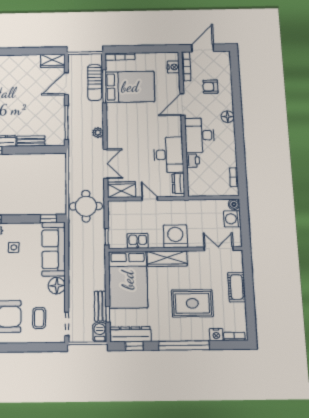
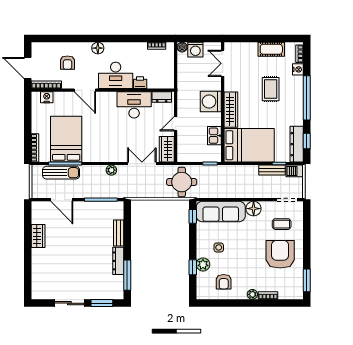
wardrobe: (53, 61) -> (38, 236), moved
cot: (237, 287) -> (271, 49), moved
rug: (192, 303) -> (271, 89), width x0.73, depth x0.70

